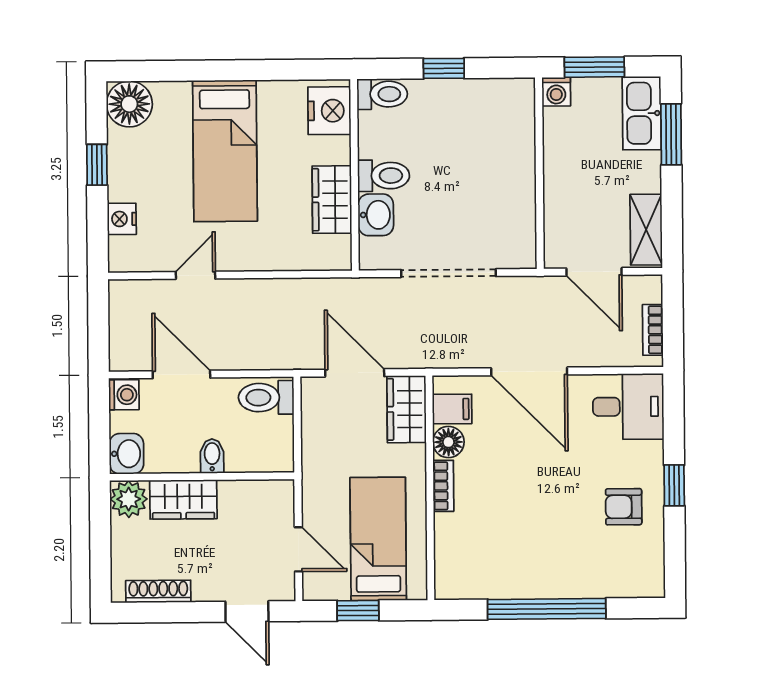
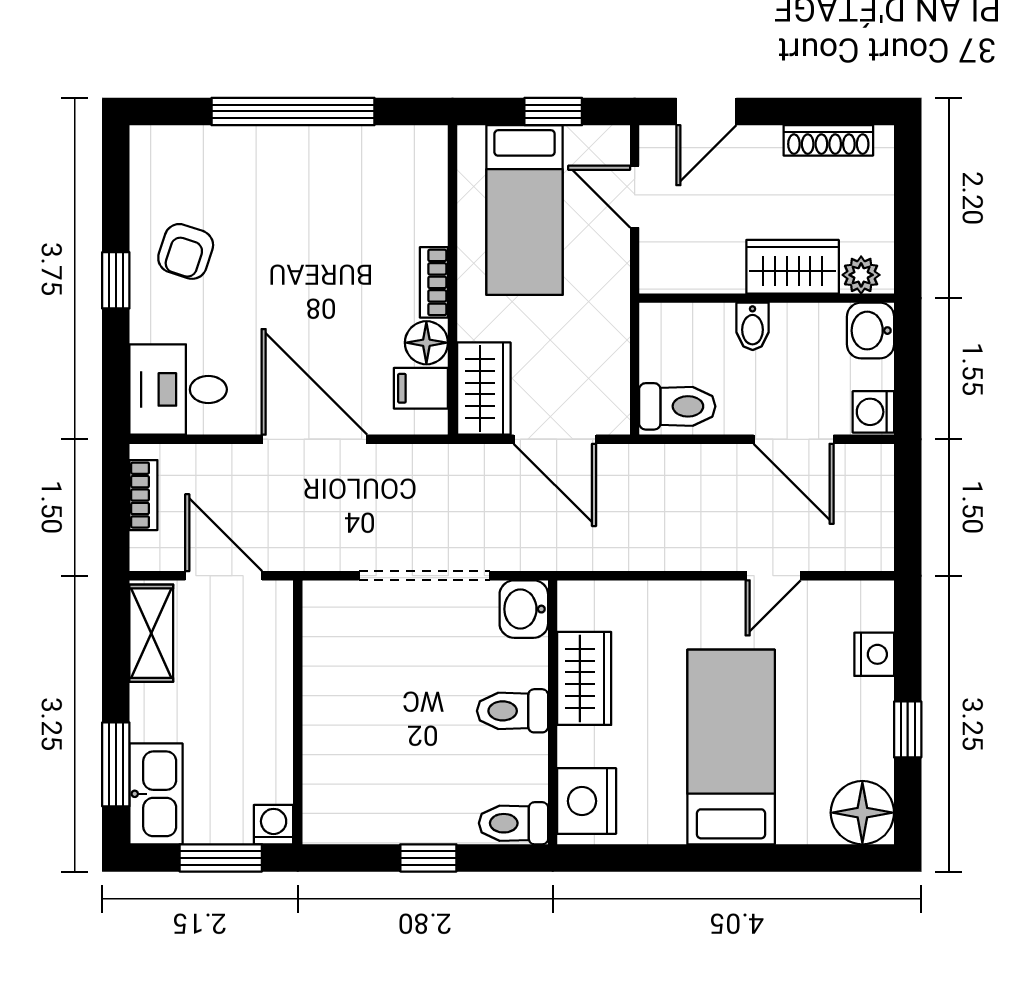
washbasin: (376, 215) -> (524, 609), moved
plant: (129, 499) -> (861, 275), width x0.73, depth x0.73
armchair: (624, 507) -> (186, 251), turned 108
door: (247, 612) -> (706, 111), swing flipped

